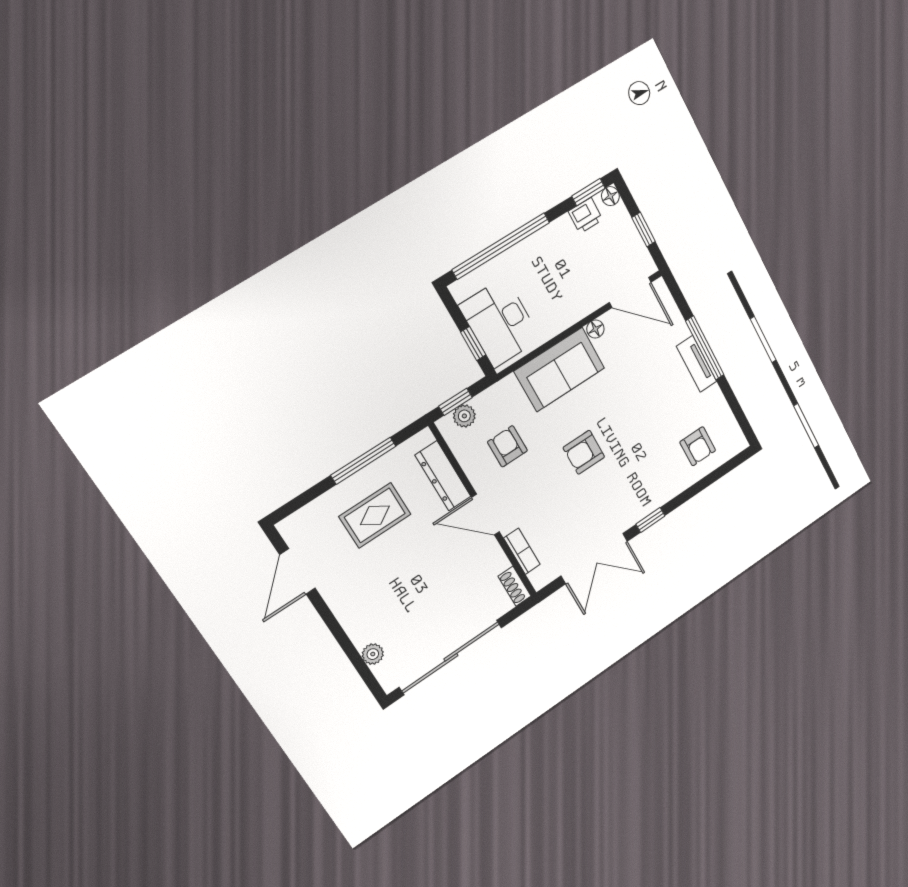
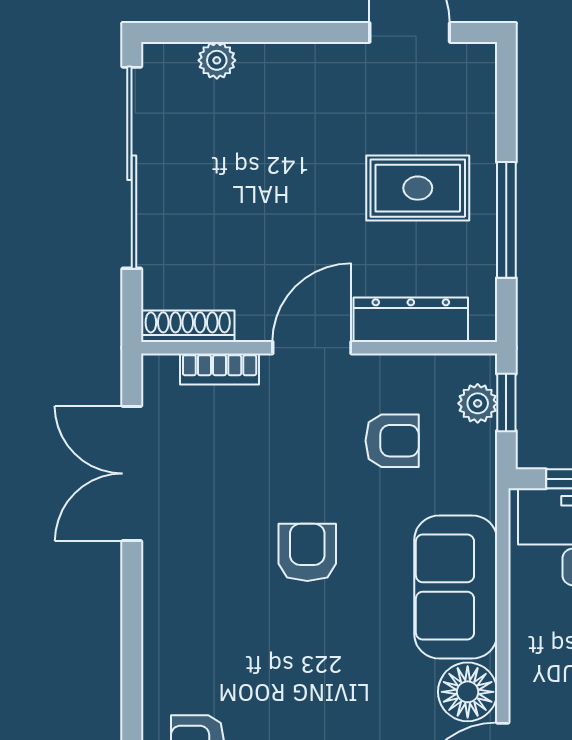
floor lamp: (595, 329) -> (468, 692), width x1.89, depth x1.89
rug: (375, 515) -> (418, 188), turned 90
window: (650, 520) -> (132, 598), removed
shoe rack: (515, 586) -> (188, 326), width x1.43

